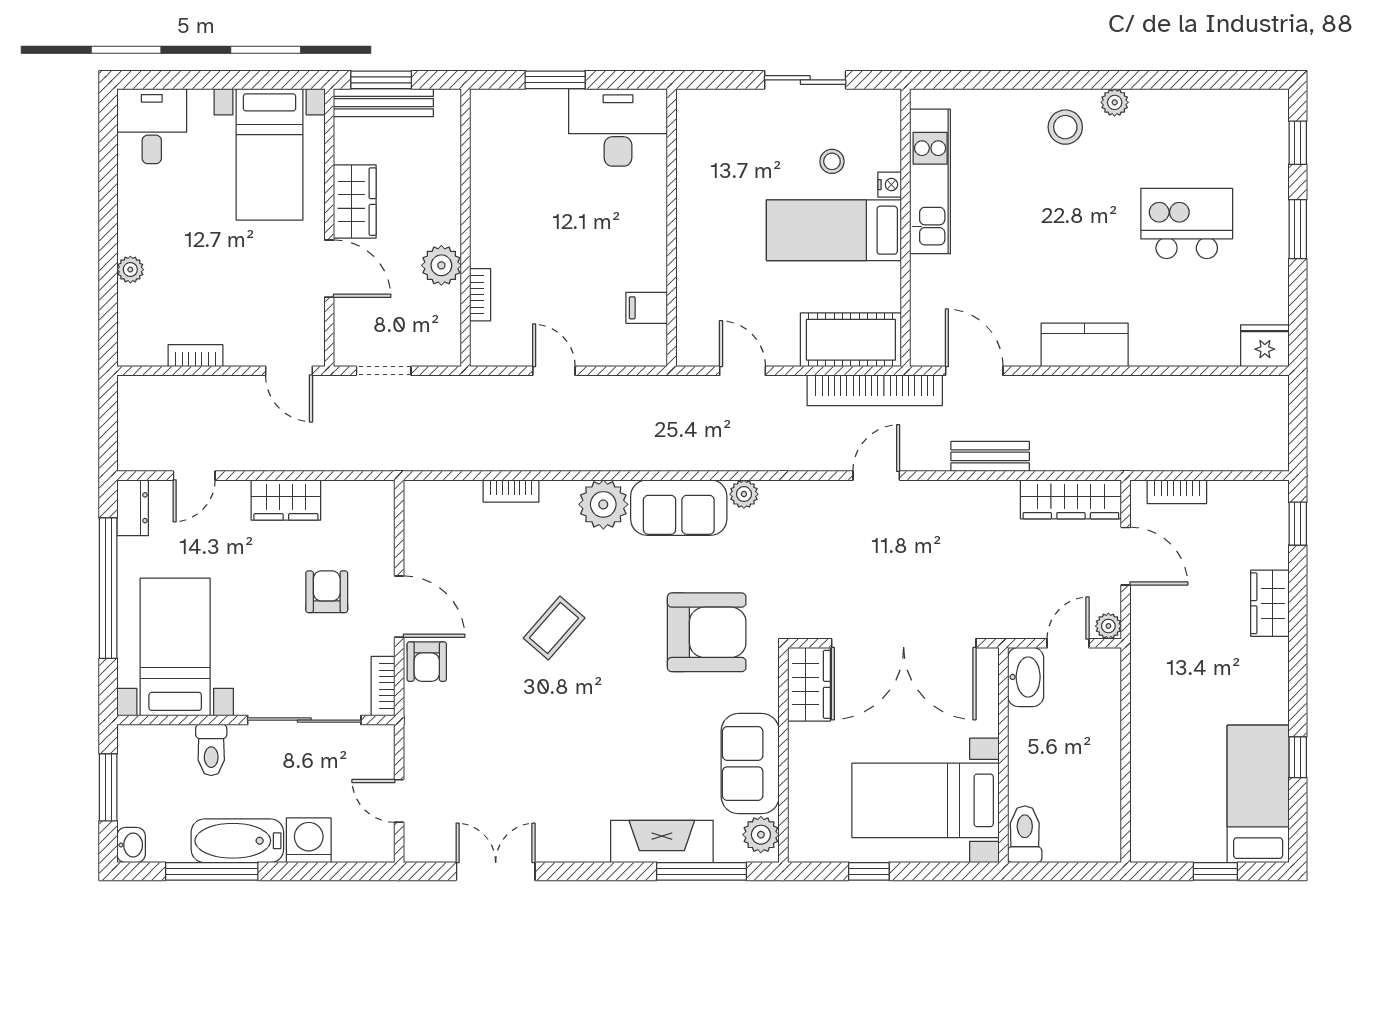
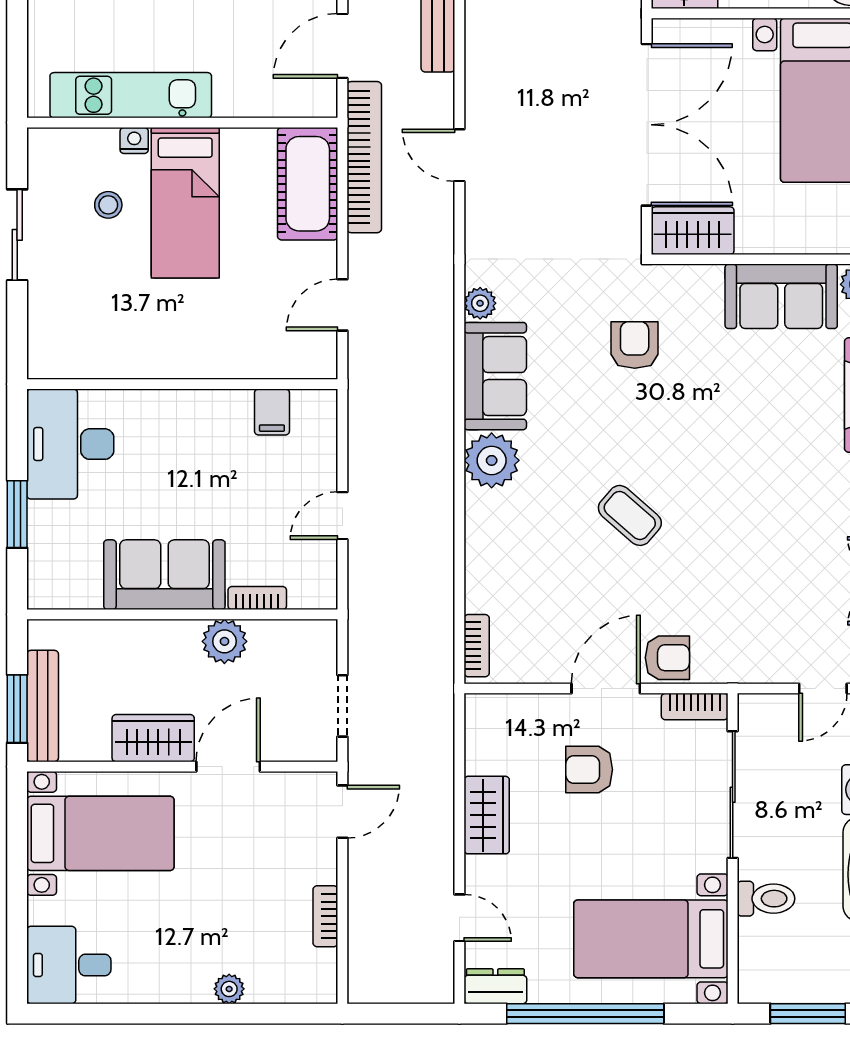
sofa: (501, 212) -> (164, 575), added
bookcase: (511, 491) -> (477, 646), moved
armchair: (707, 632) -> (635, 345), width x0.53, depth x0.53

